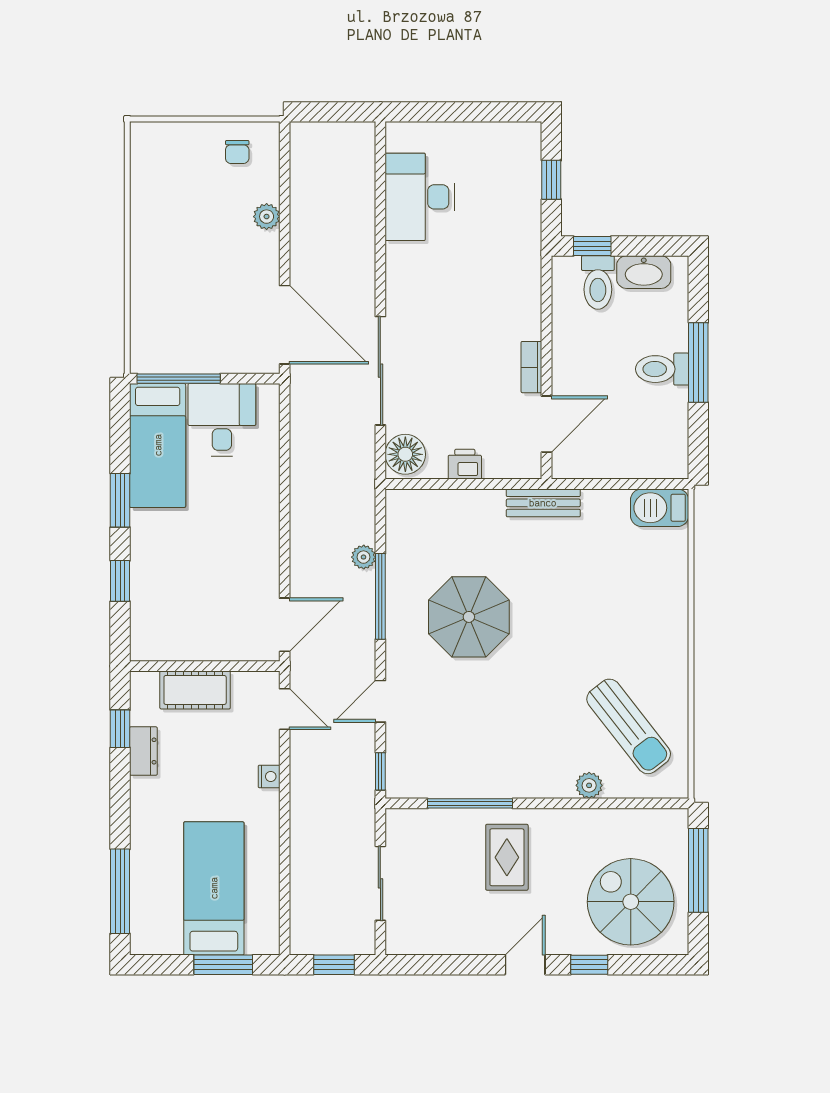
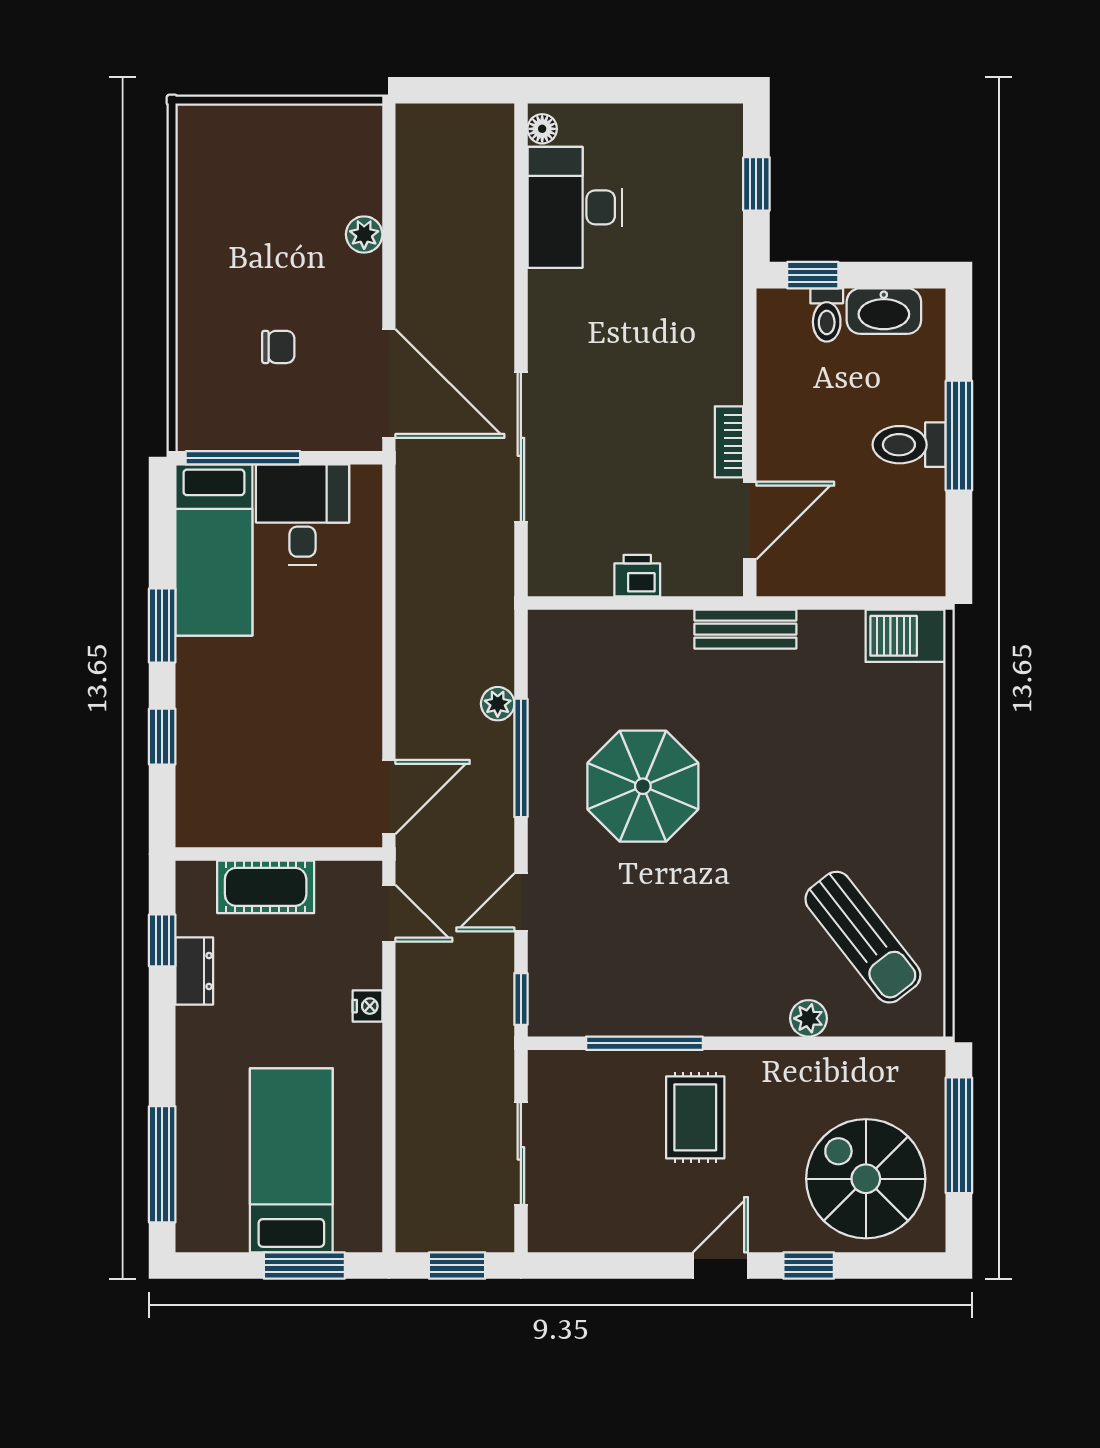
chair: (237, 152) -> (278, 347), moved, turned -90
toilet: (598, 282) -> (827, 315), width x0.73, depth x0.72
floor lamp: (405, 454) -> (542, 129), moved, width x0.53, depth x0.53

